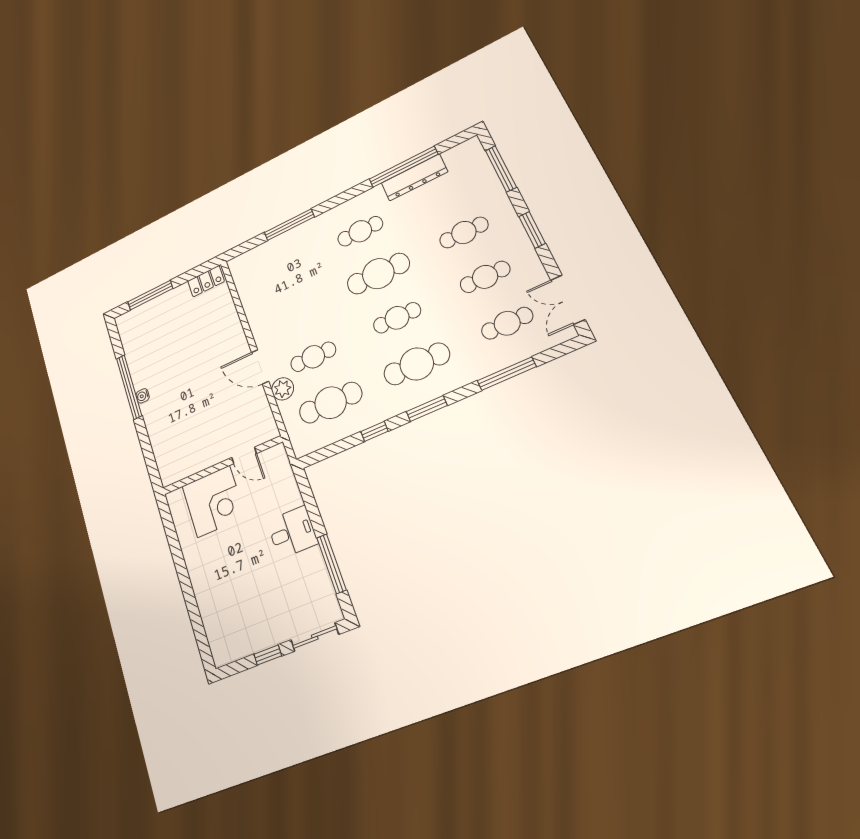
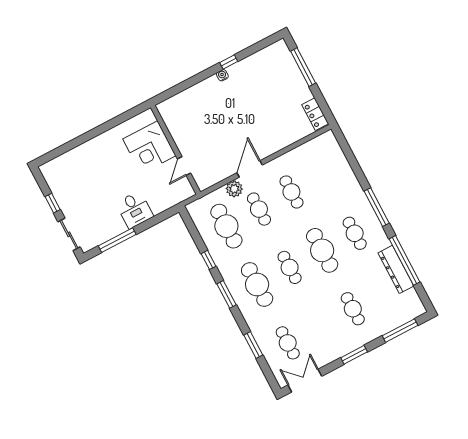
window: (289, 225) -> (377, 207), moved
cafe table: (485, 277) -> (291, 192), moved
window: (507, 374) -> (253, 345), width x0.69
window: (129, 387) -> (229, 62), width x0.32

